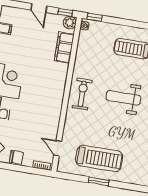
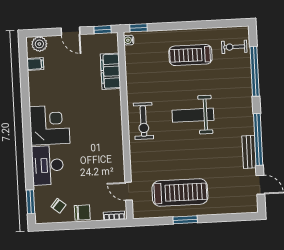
plant: (70, 23) -> (39, 44), moved
exercise bike: (82, 94) -> (143, 121), turned 180

